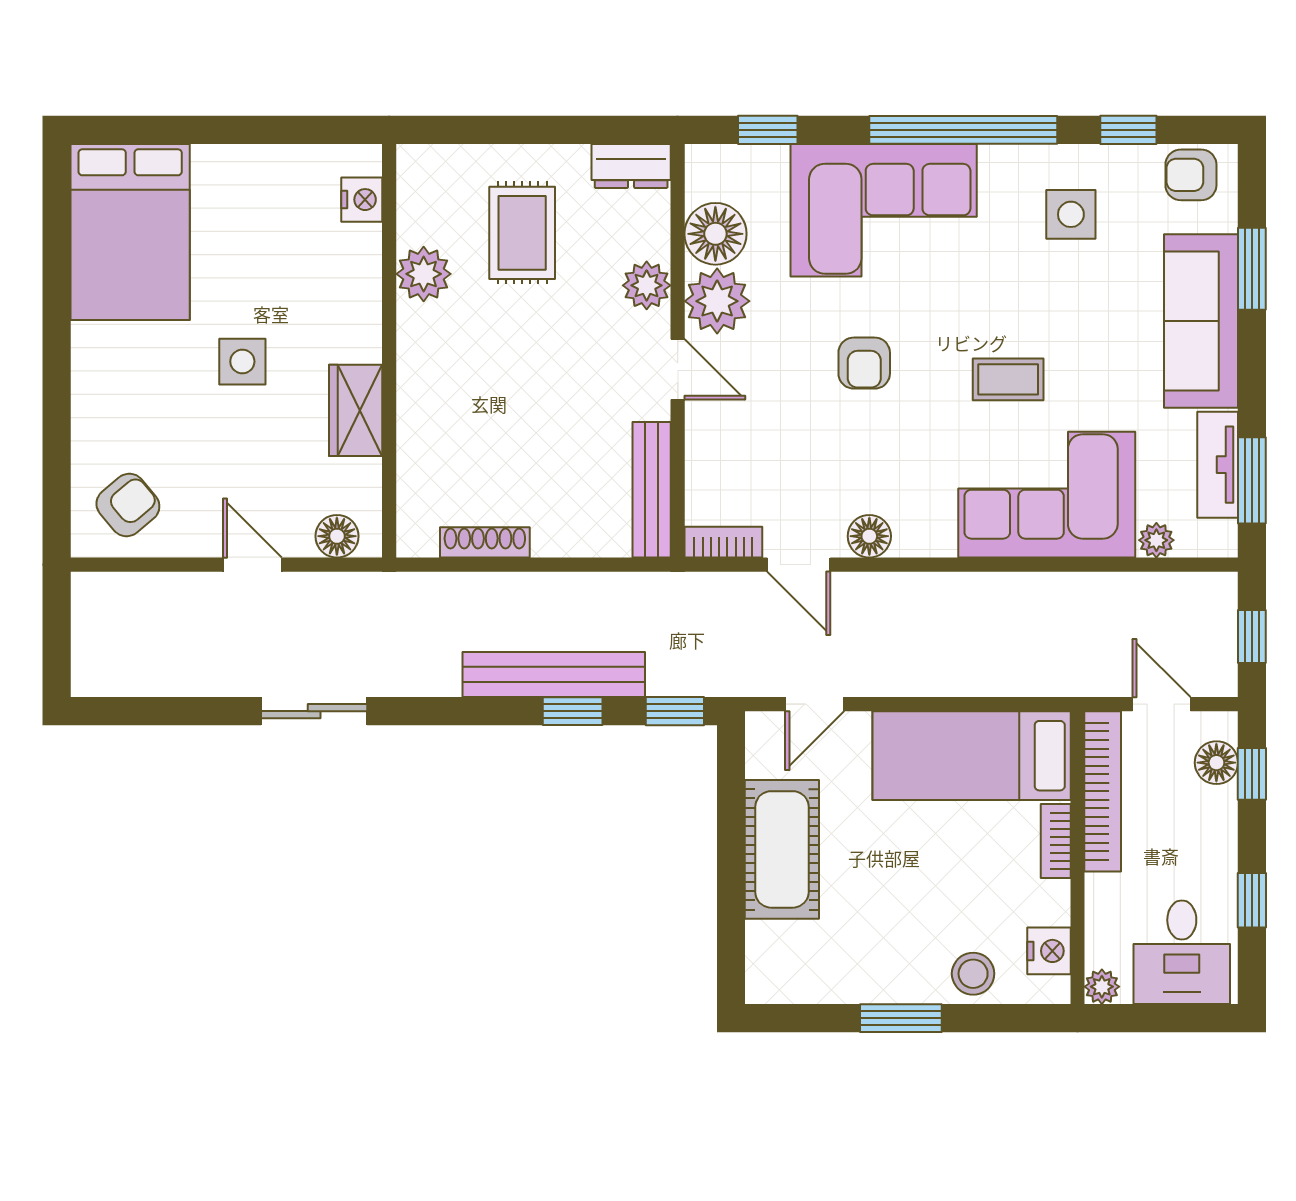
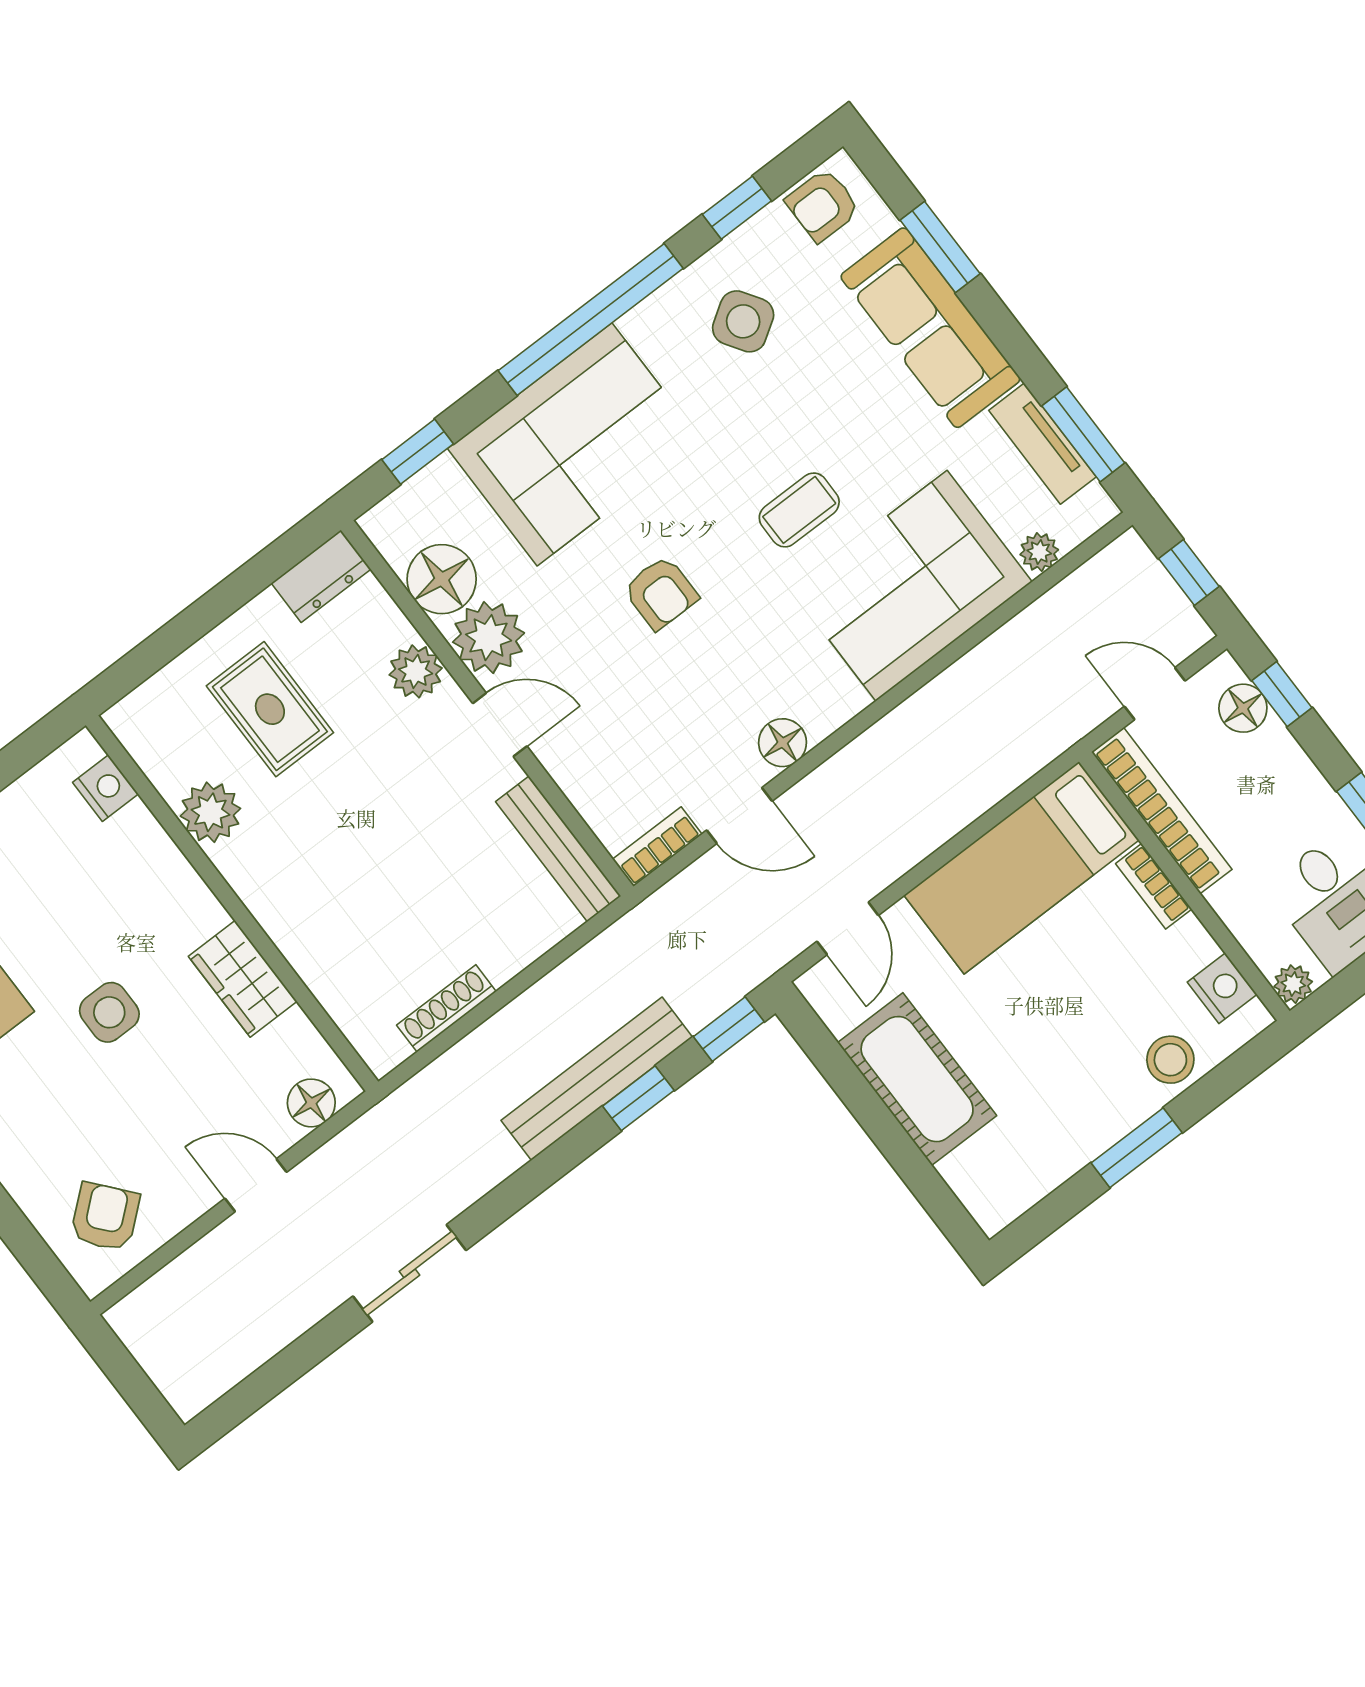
side table: (1071, 214) -> (743, 321), turned -33

